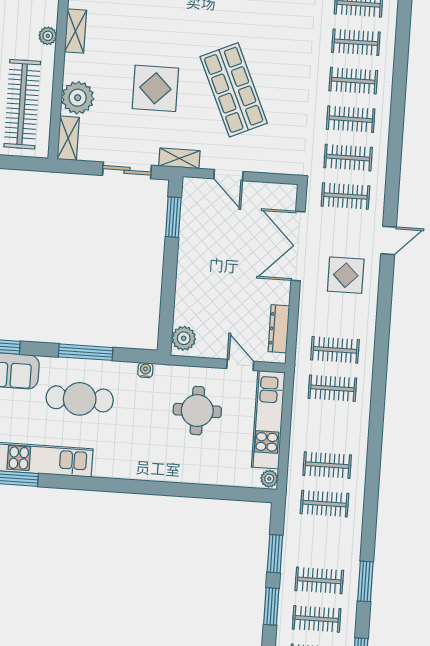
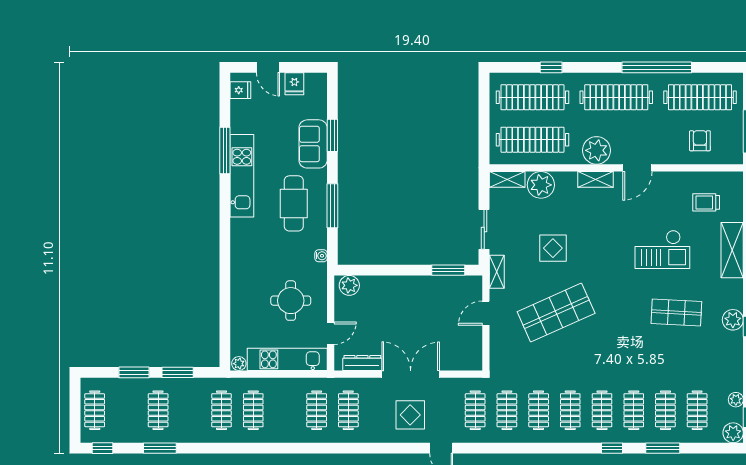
window: (403, 33) -> (612, 448), added
plant: (48, 36) -> (597, 150), width x1.87, depth x1.87
display table: (155, 88) -> (553, 248), width x0.73, depth x0.73
double door: (298, 246) -> (411, 374), moved
clothes rail: (317, 619) -> (126, 410), removed

